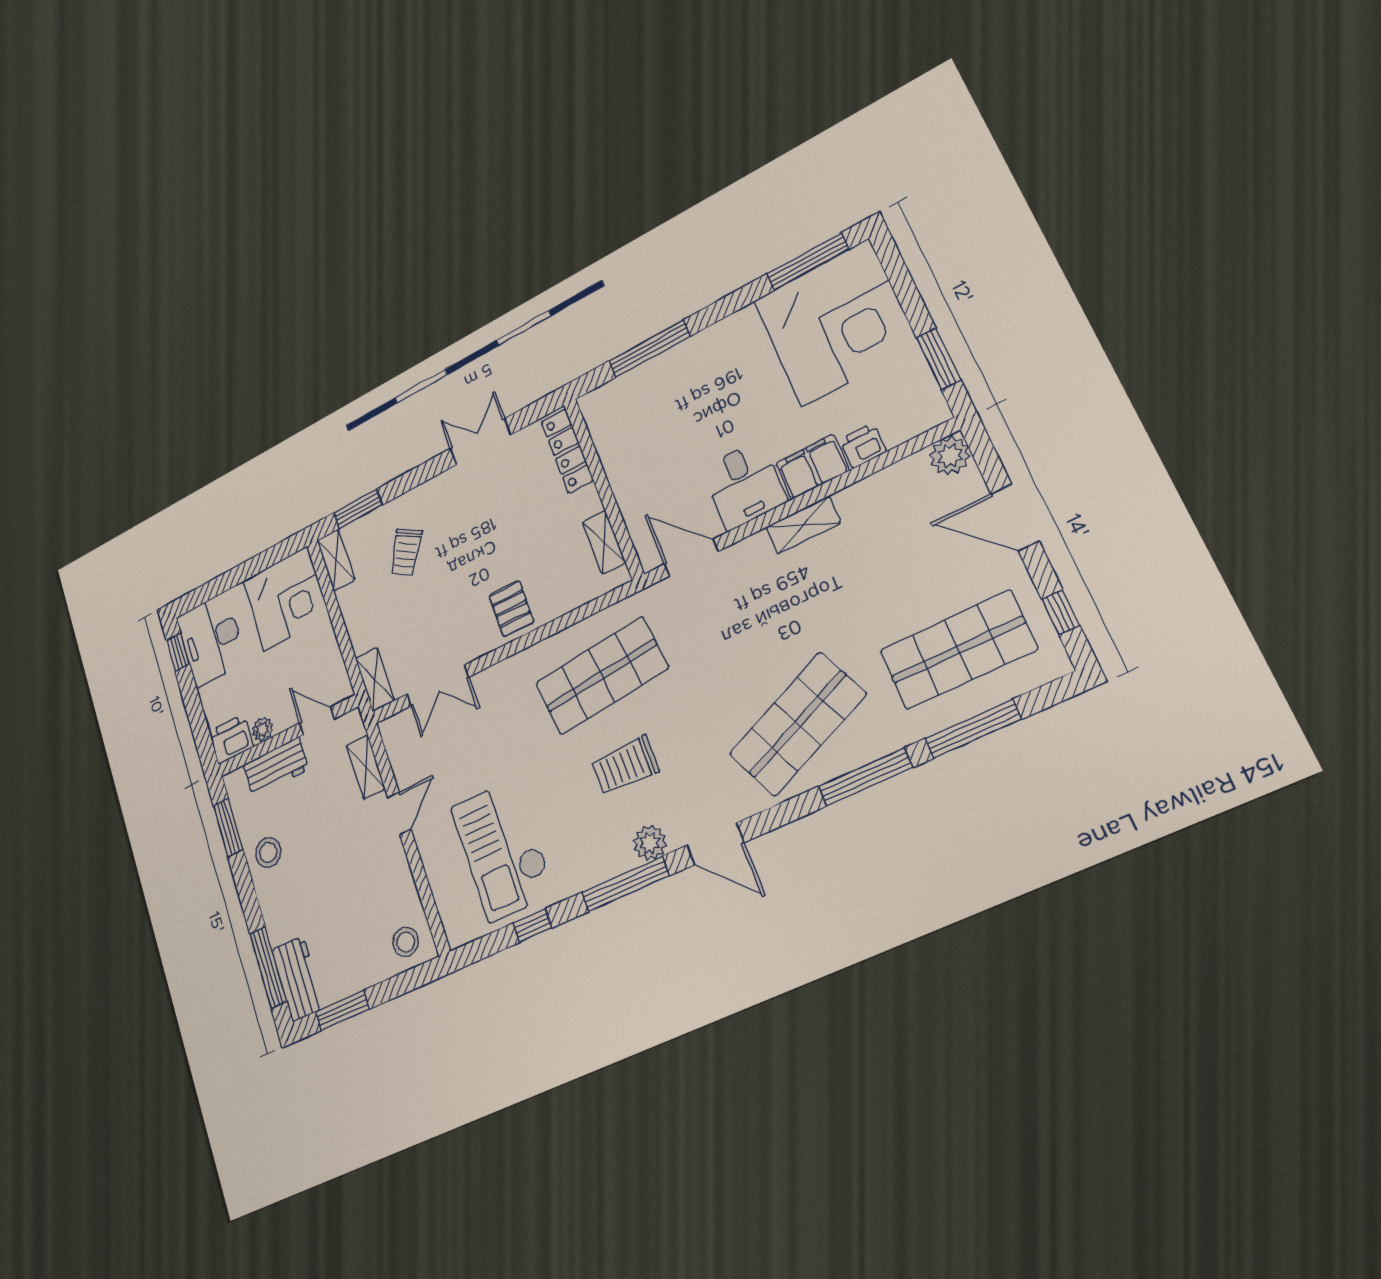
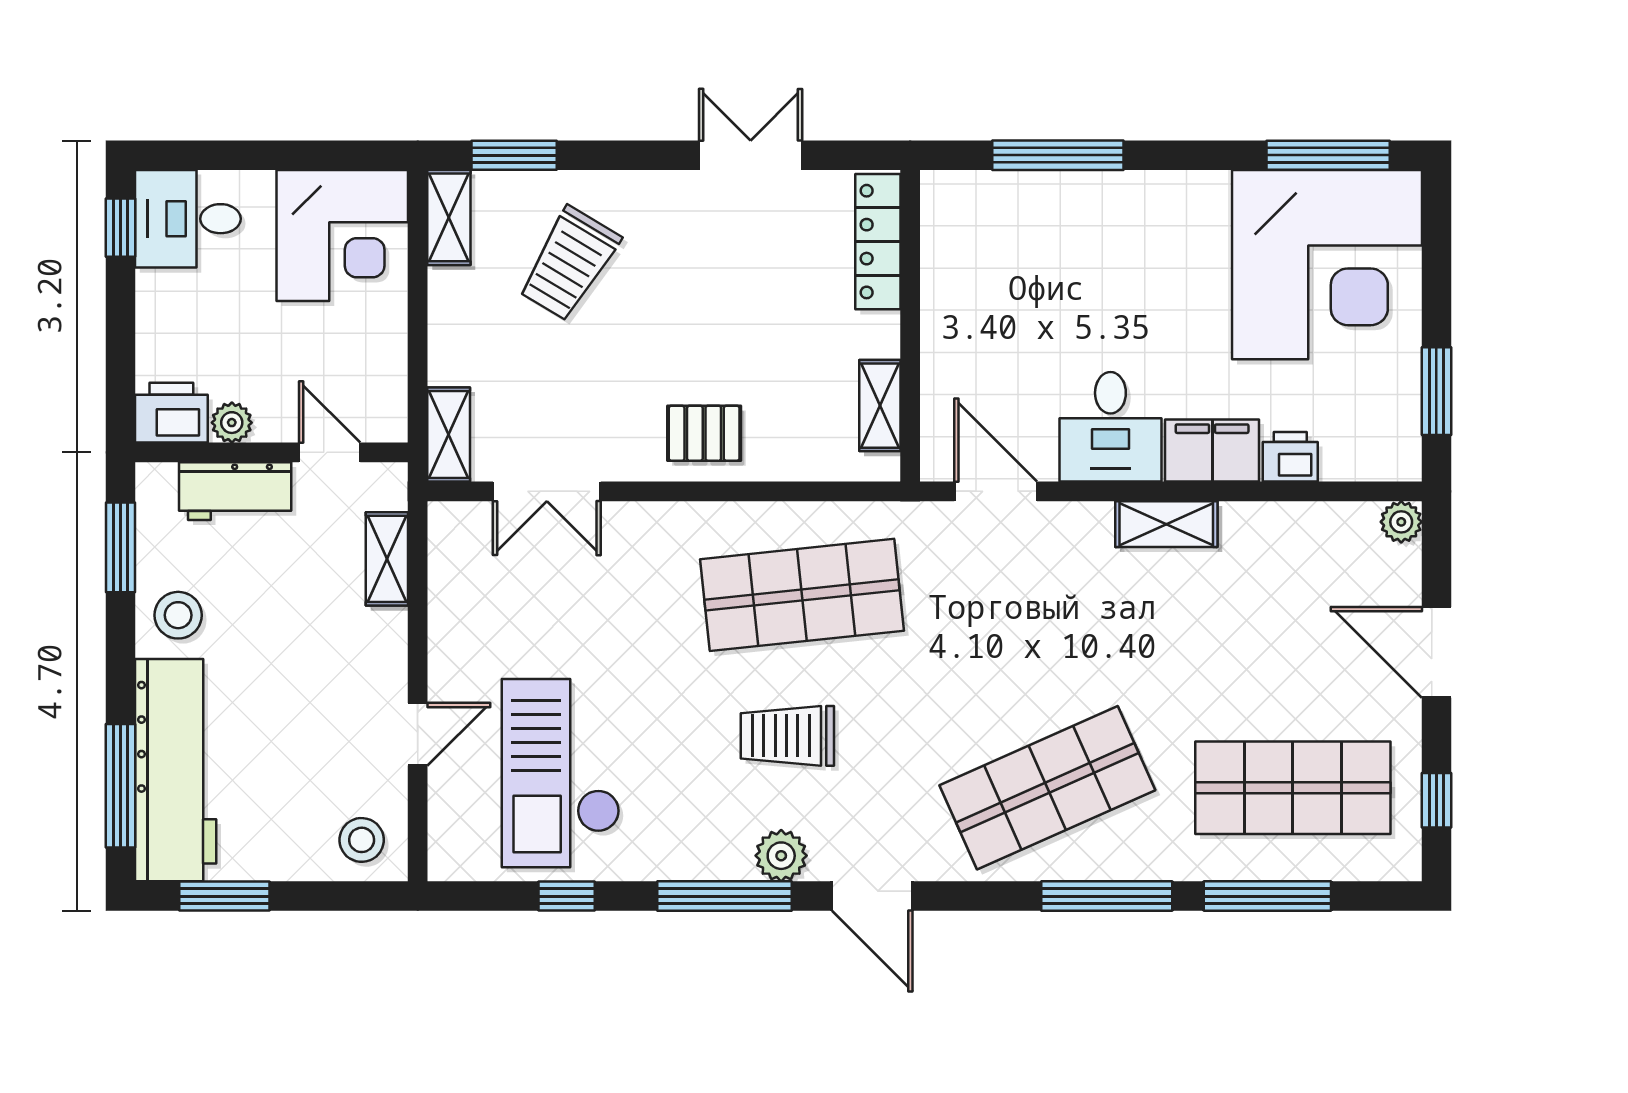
plant: (950, 456) -> (1401, 522), width x0.73, depth x0.73
trolley: (406, 552) -> (569, 264), width x1.36, depth x1.39
pallet: (511, 609) -> (704, 433), turned 90
desk: (211, 640) -> (188, 219), width x0.73
door: (399, 813) -> (418, 734), moved
workbench: (298, 979) -> (176, 770), width x1.88, depth x1.32

